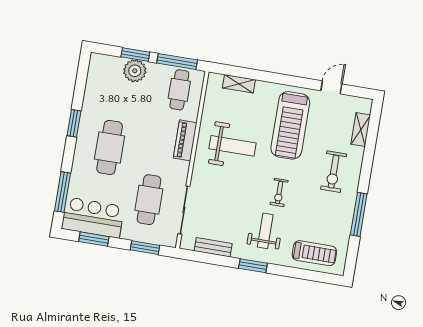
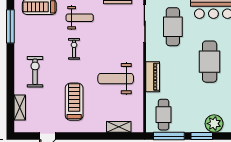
plant: (135, 71) -> (214, 124), moved
treadmill: (290, 125) -> (74, 102), width x0.73, depth x0.73
window: (359, 214) -> (10, 26), moved
weight bench: (265, 231) -> (80, 18), turned -90

